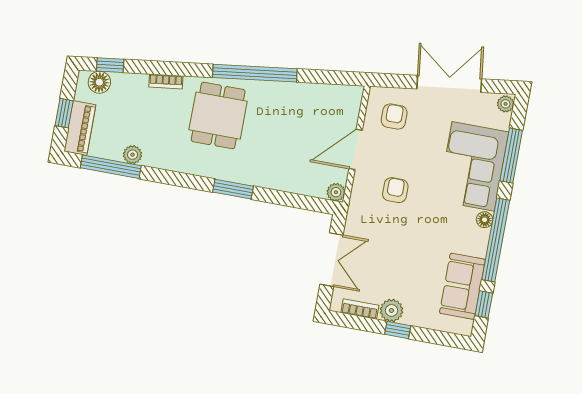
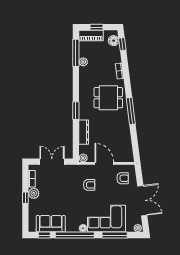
window: (255, 73) -> (131, 111), width x0.68
dresser: (281, 181) -> (84, 132), added
double door: (331, 260) -> (52, 162), swing flipped

